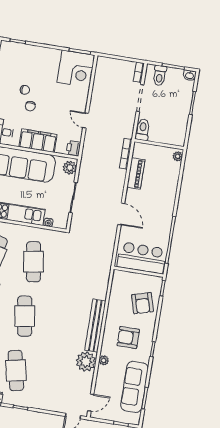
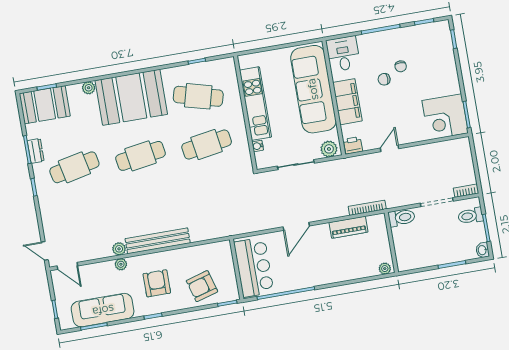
plant: (86, 362) -> (119, 249), width x0.53, depth x0.53

